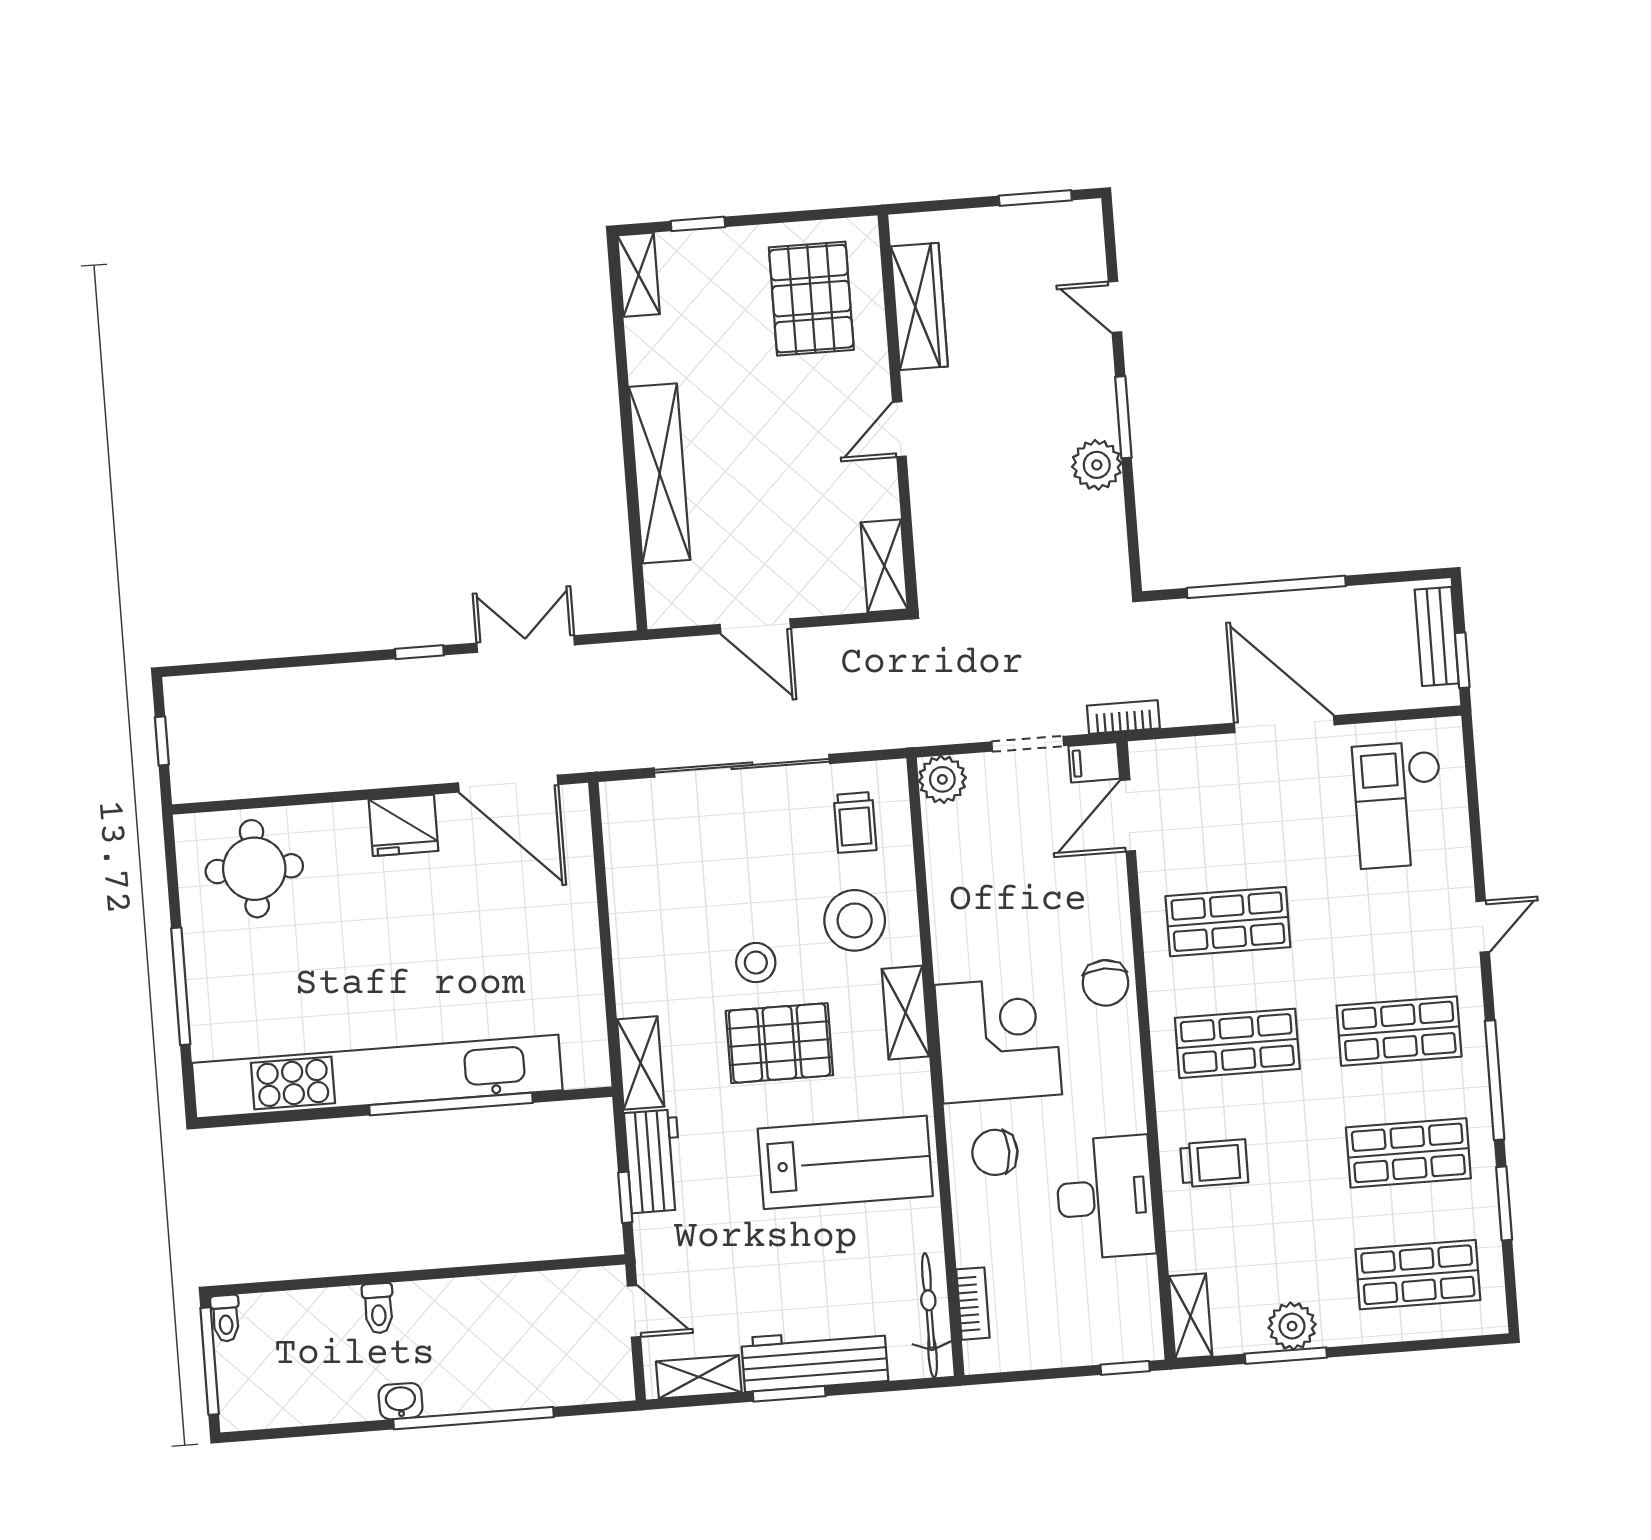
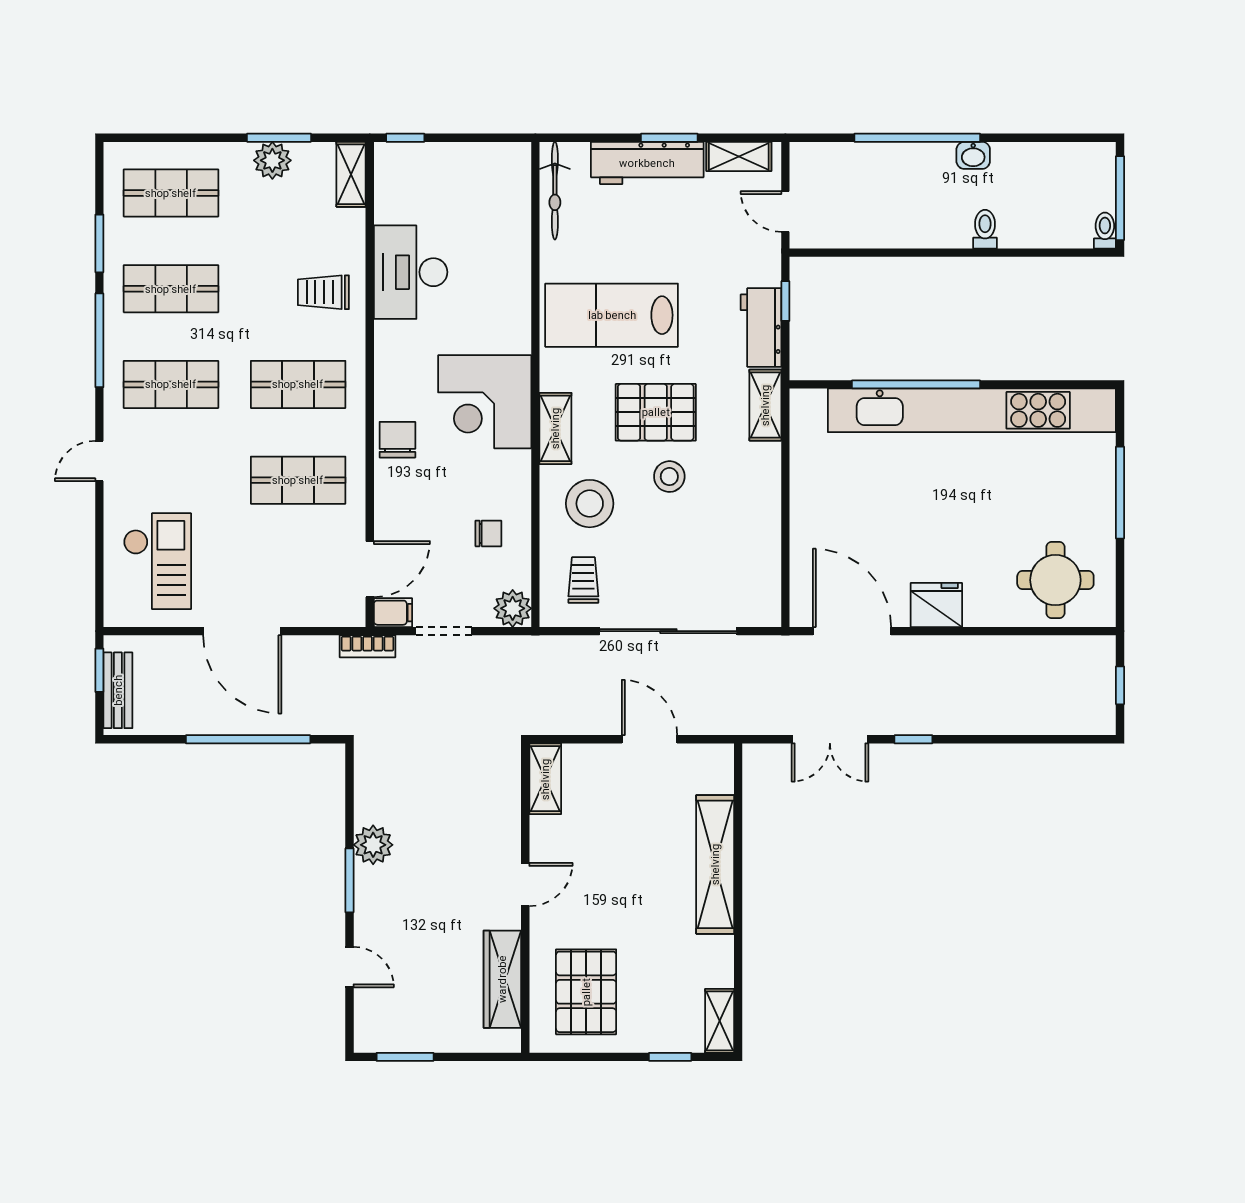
chair: (995, 1152) -> (488, 533), moved, width x0.73, depth x0.73
bookcase: (973, 1304) -> (520, 197), removed

